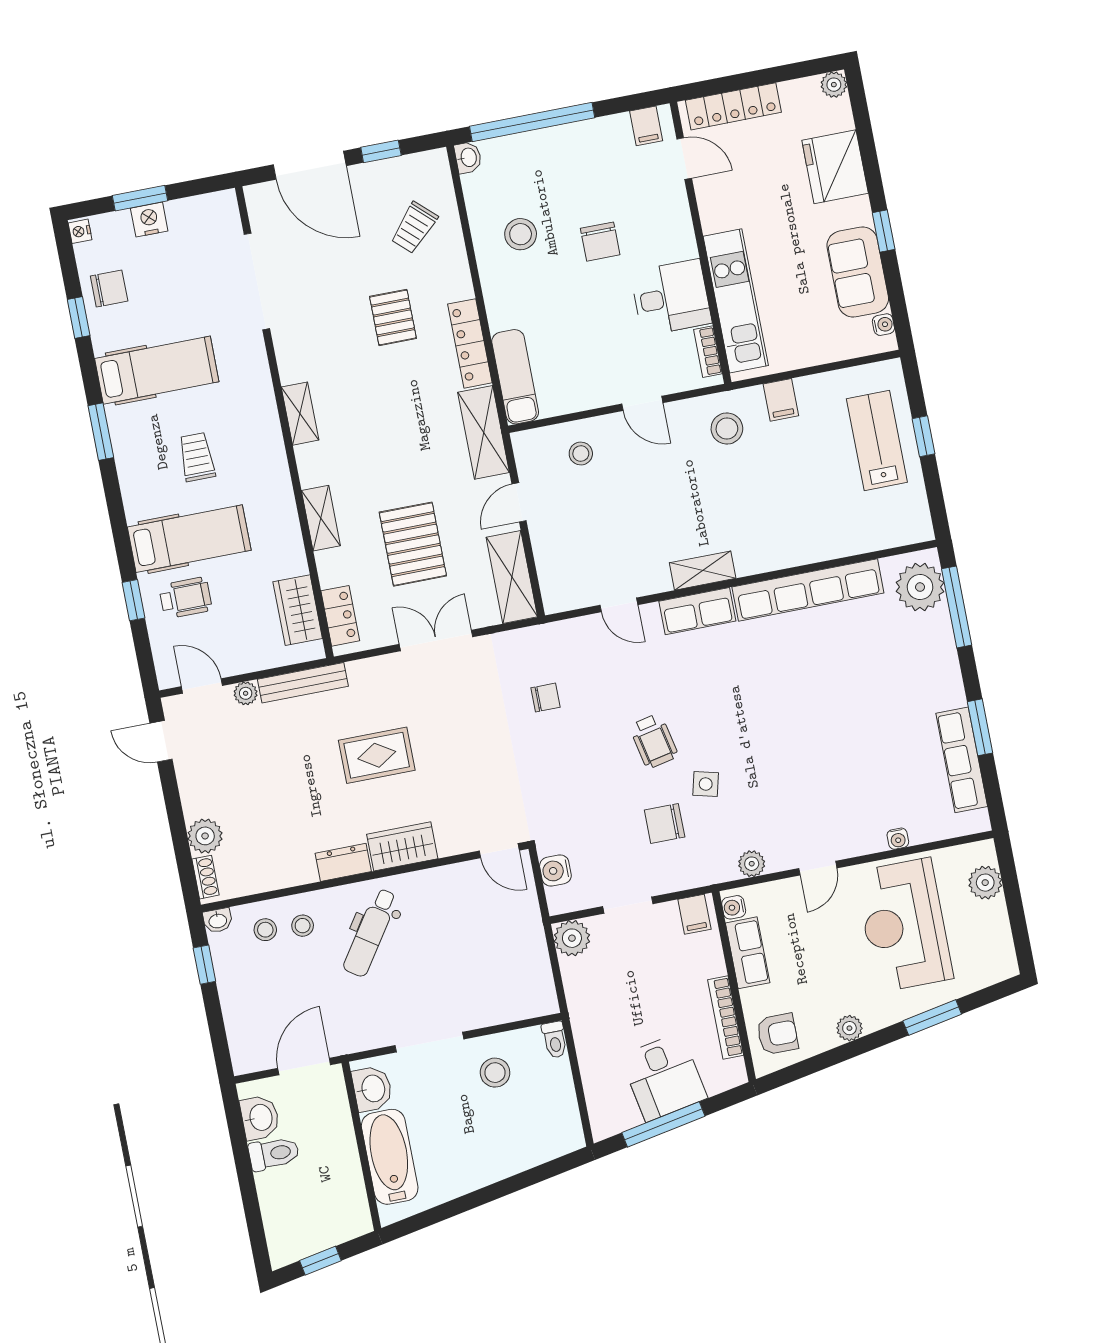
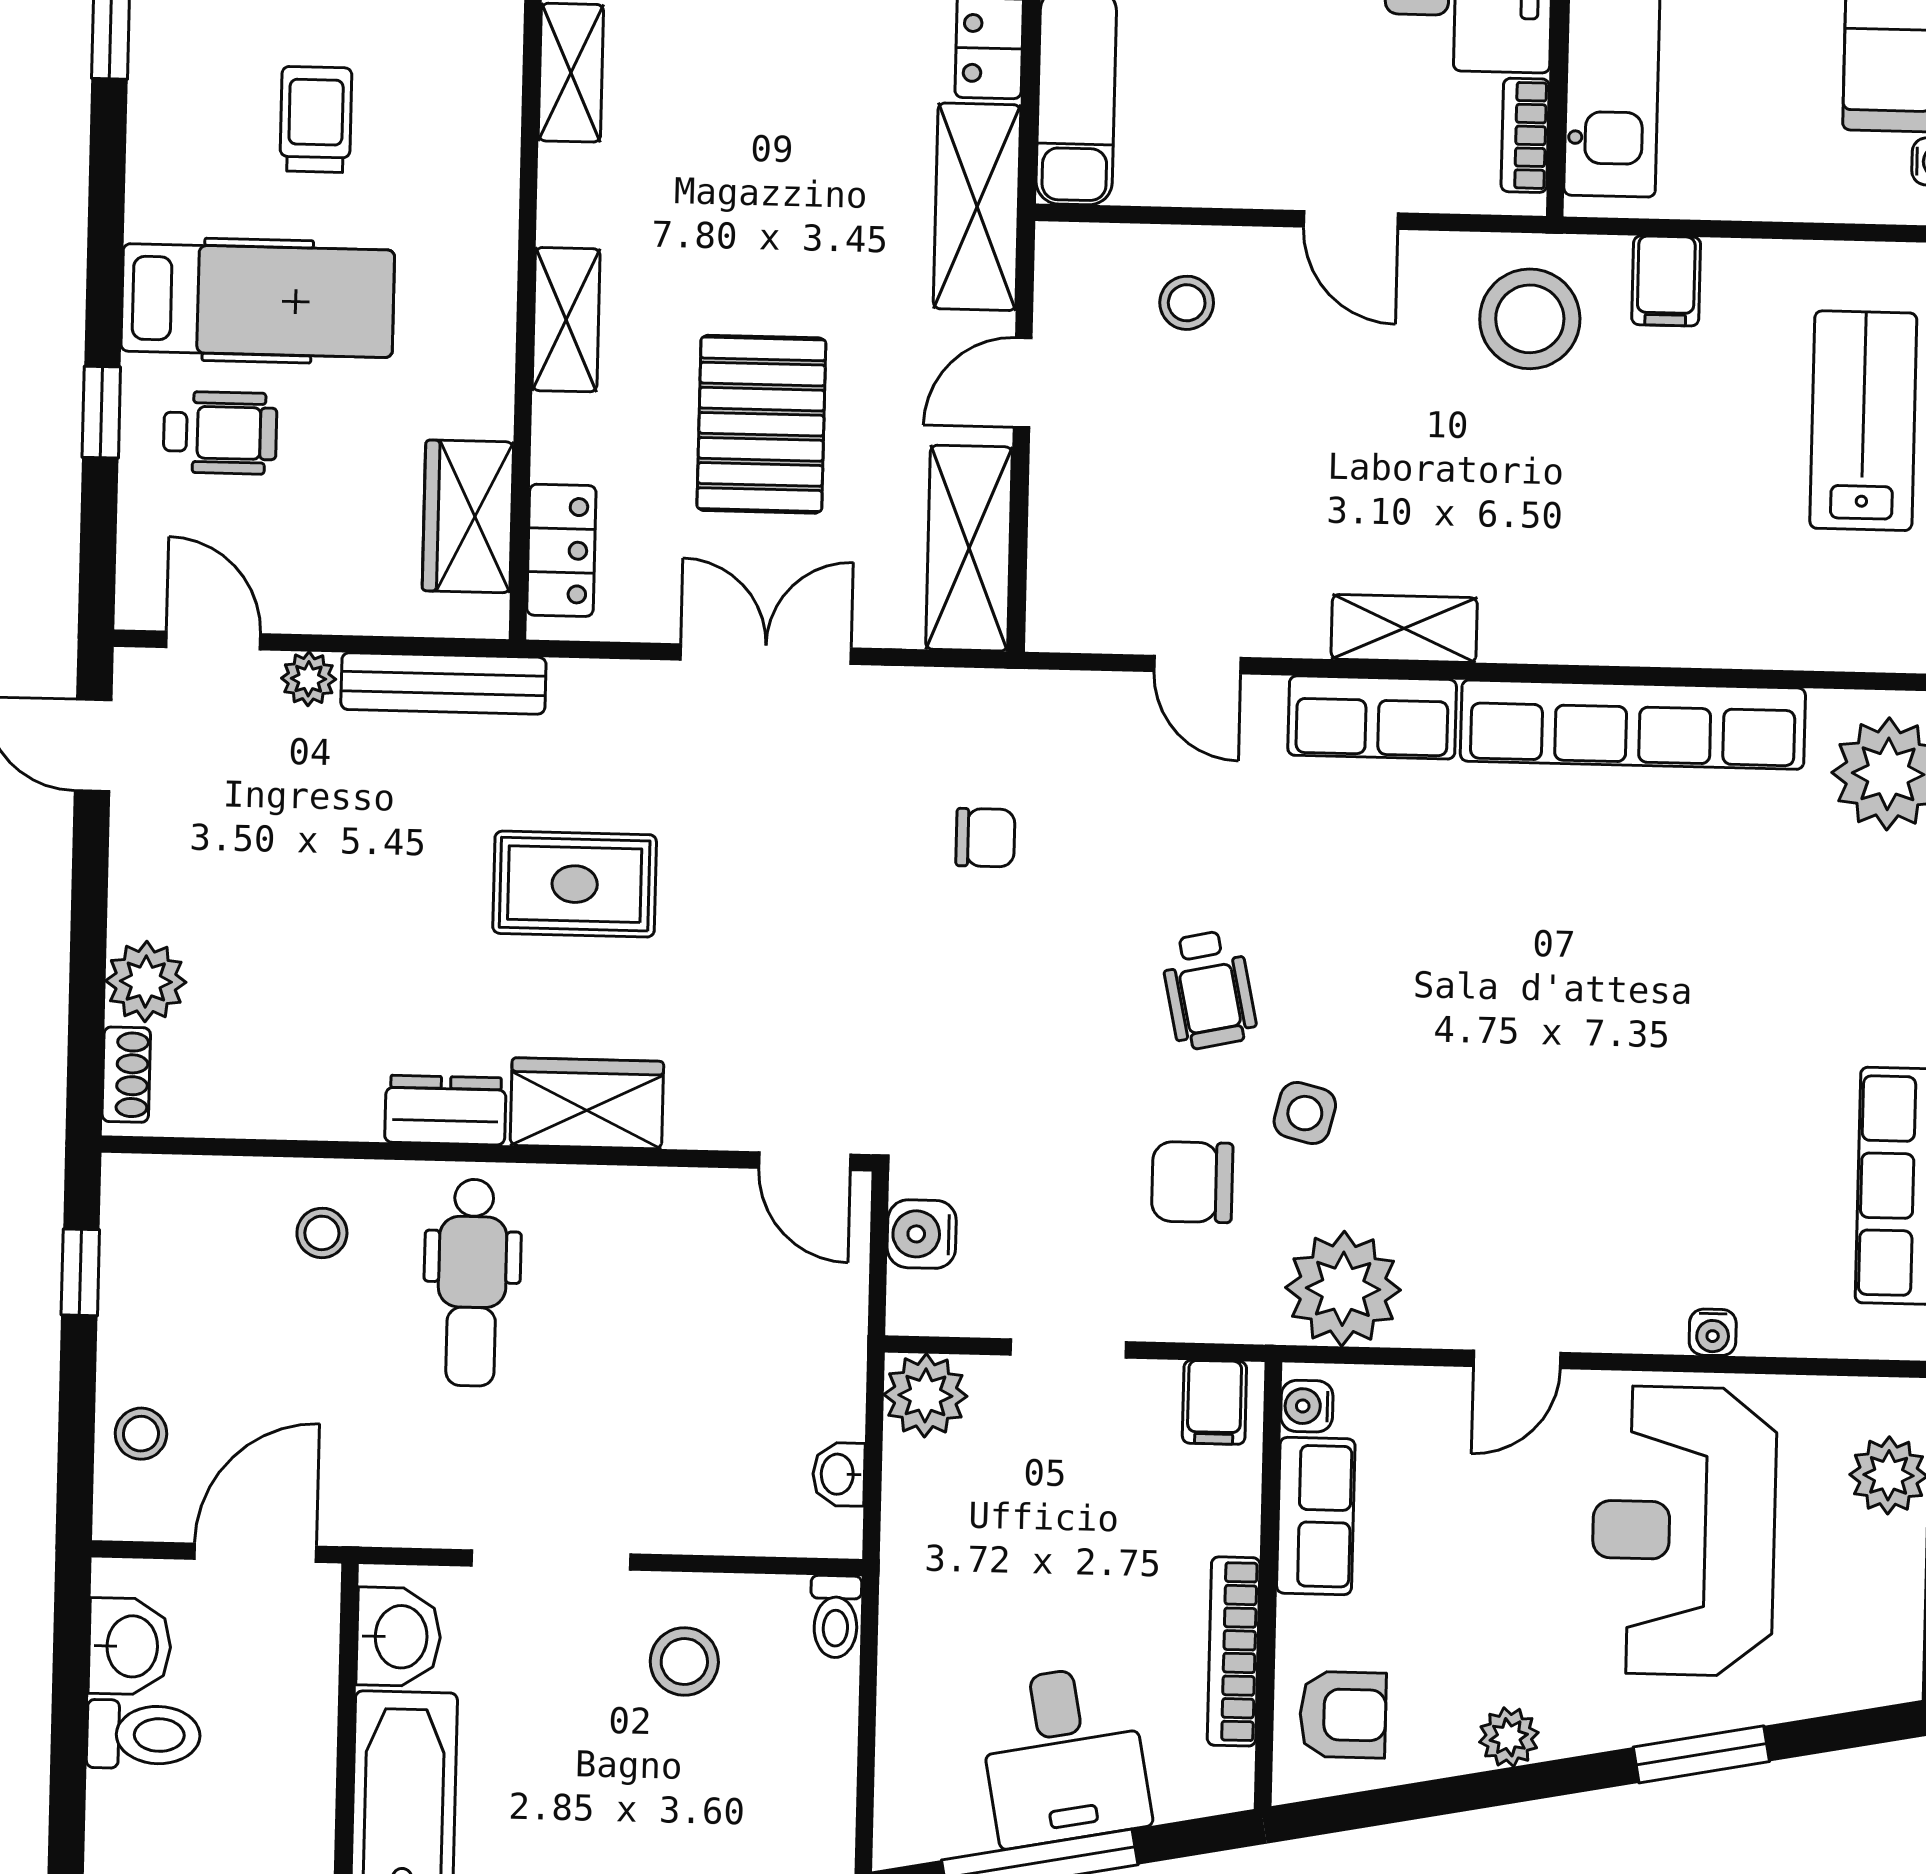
stool: (727, 429) -> (1530, 319), width x1.38, depth x1.38
plant: (752, 864) -> (1343, 1289), width x1.87, depth x1.87
washbasin: (218, 920) -> (839, 1474), moved, turned 90
stool: (265, 930) -> (141, 1434), moved
dental chair: (370, 933) -> (472, 1283), turned -34

